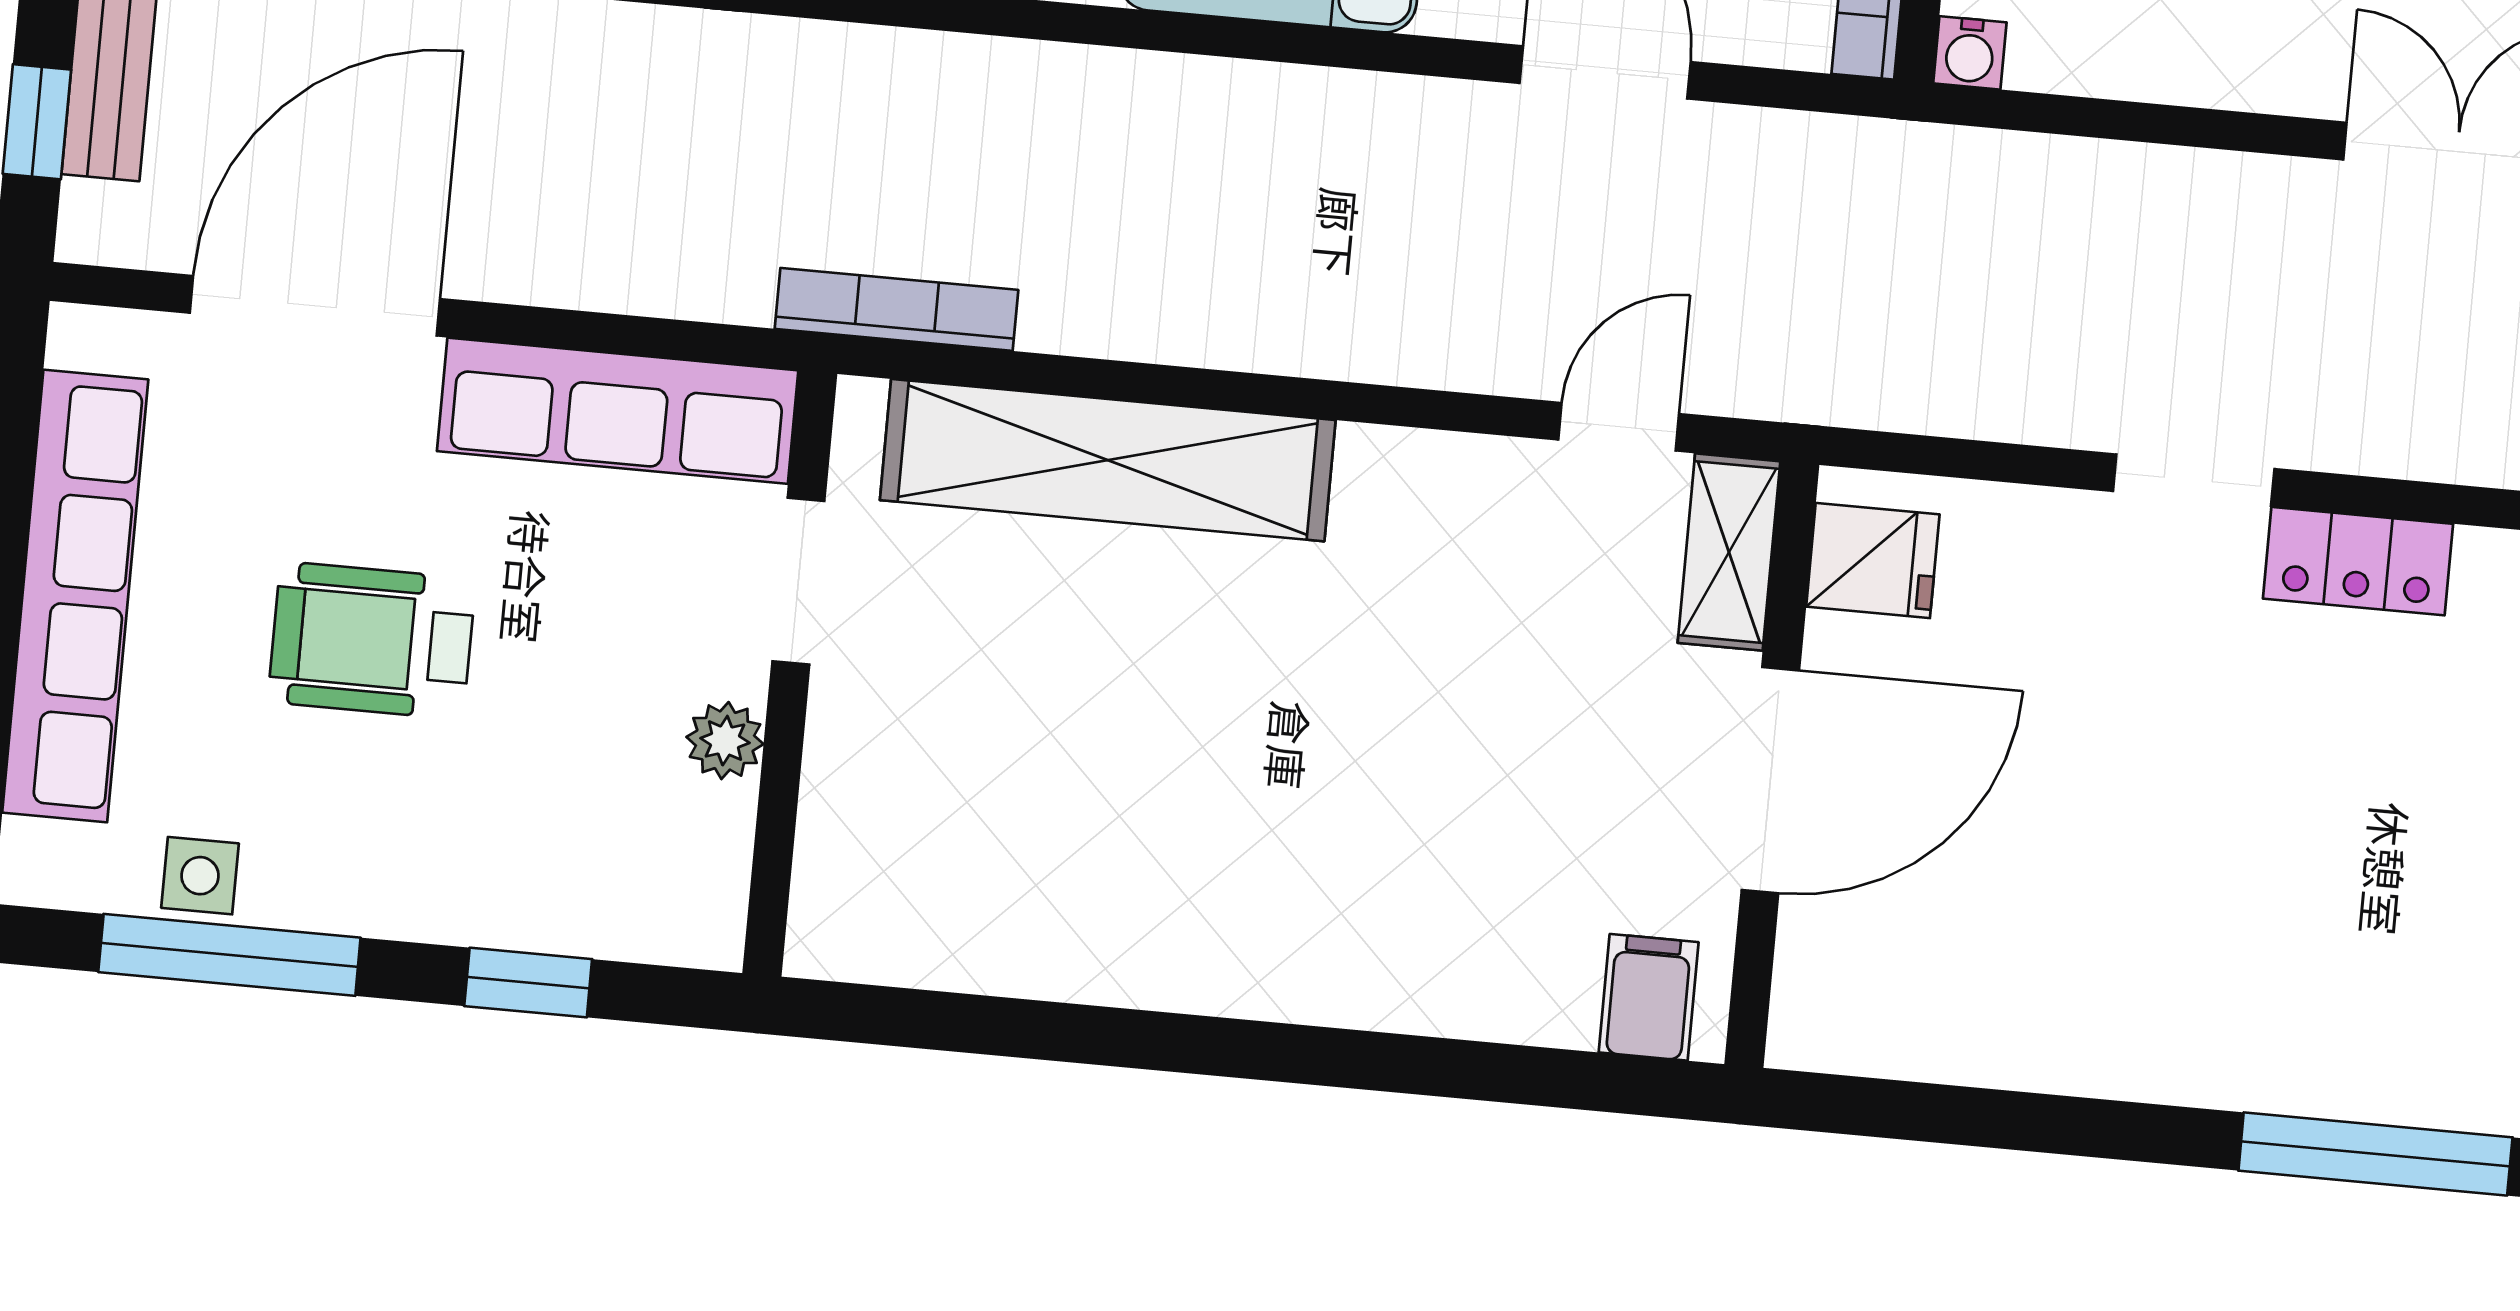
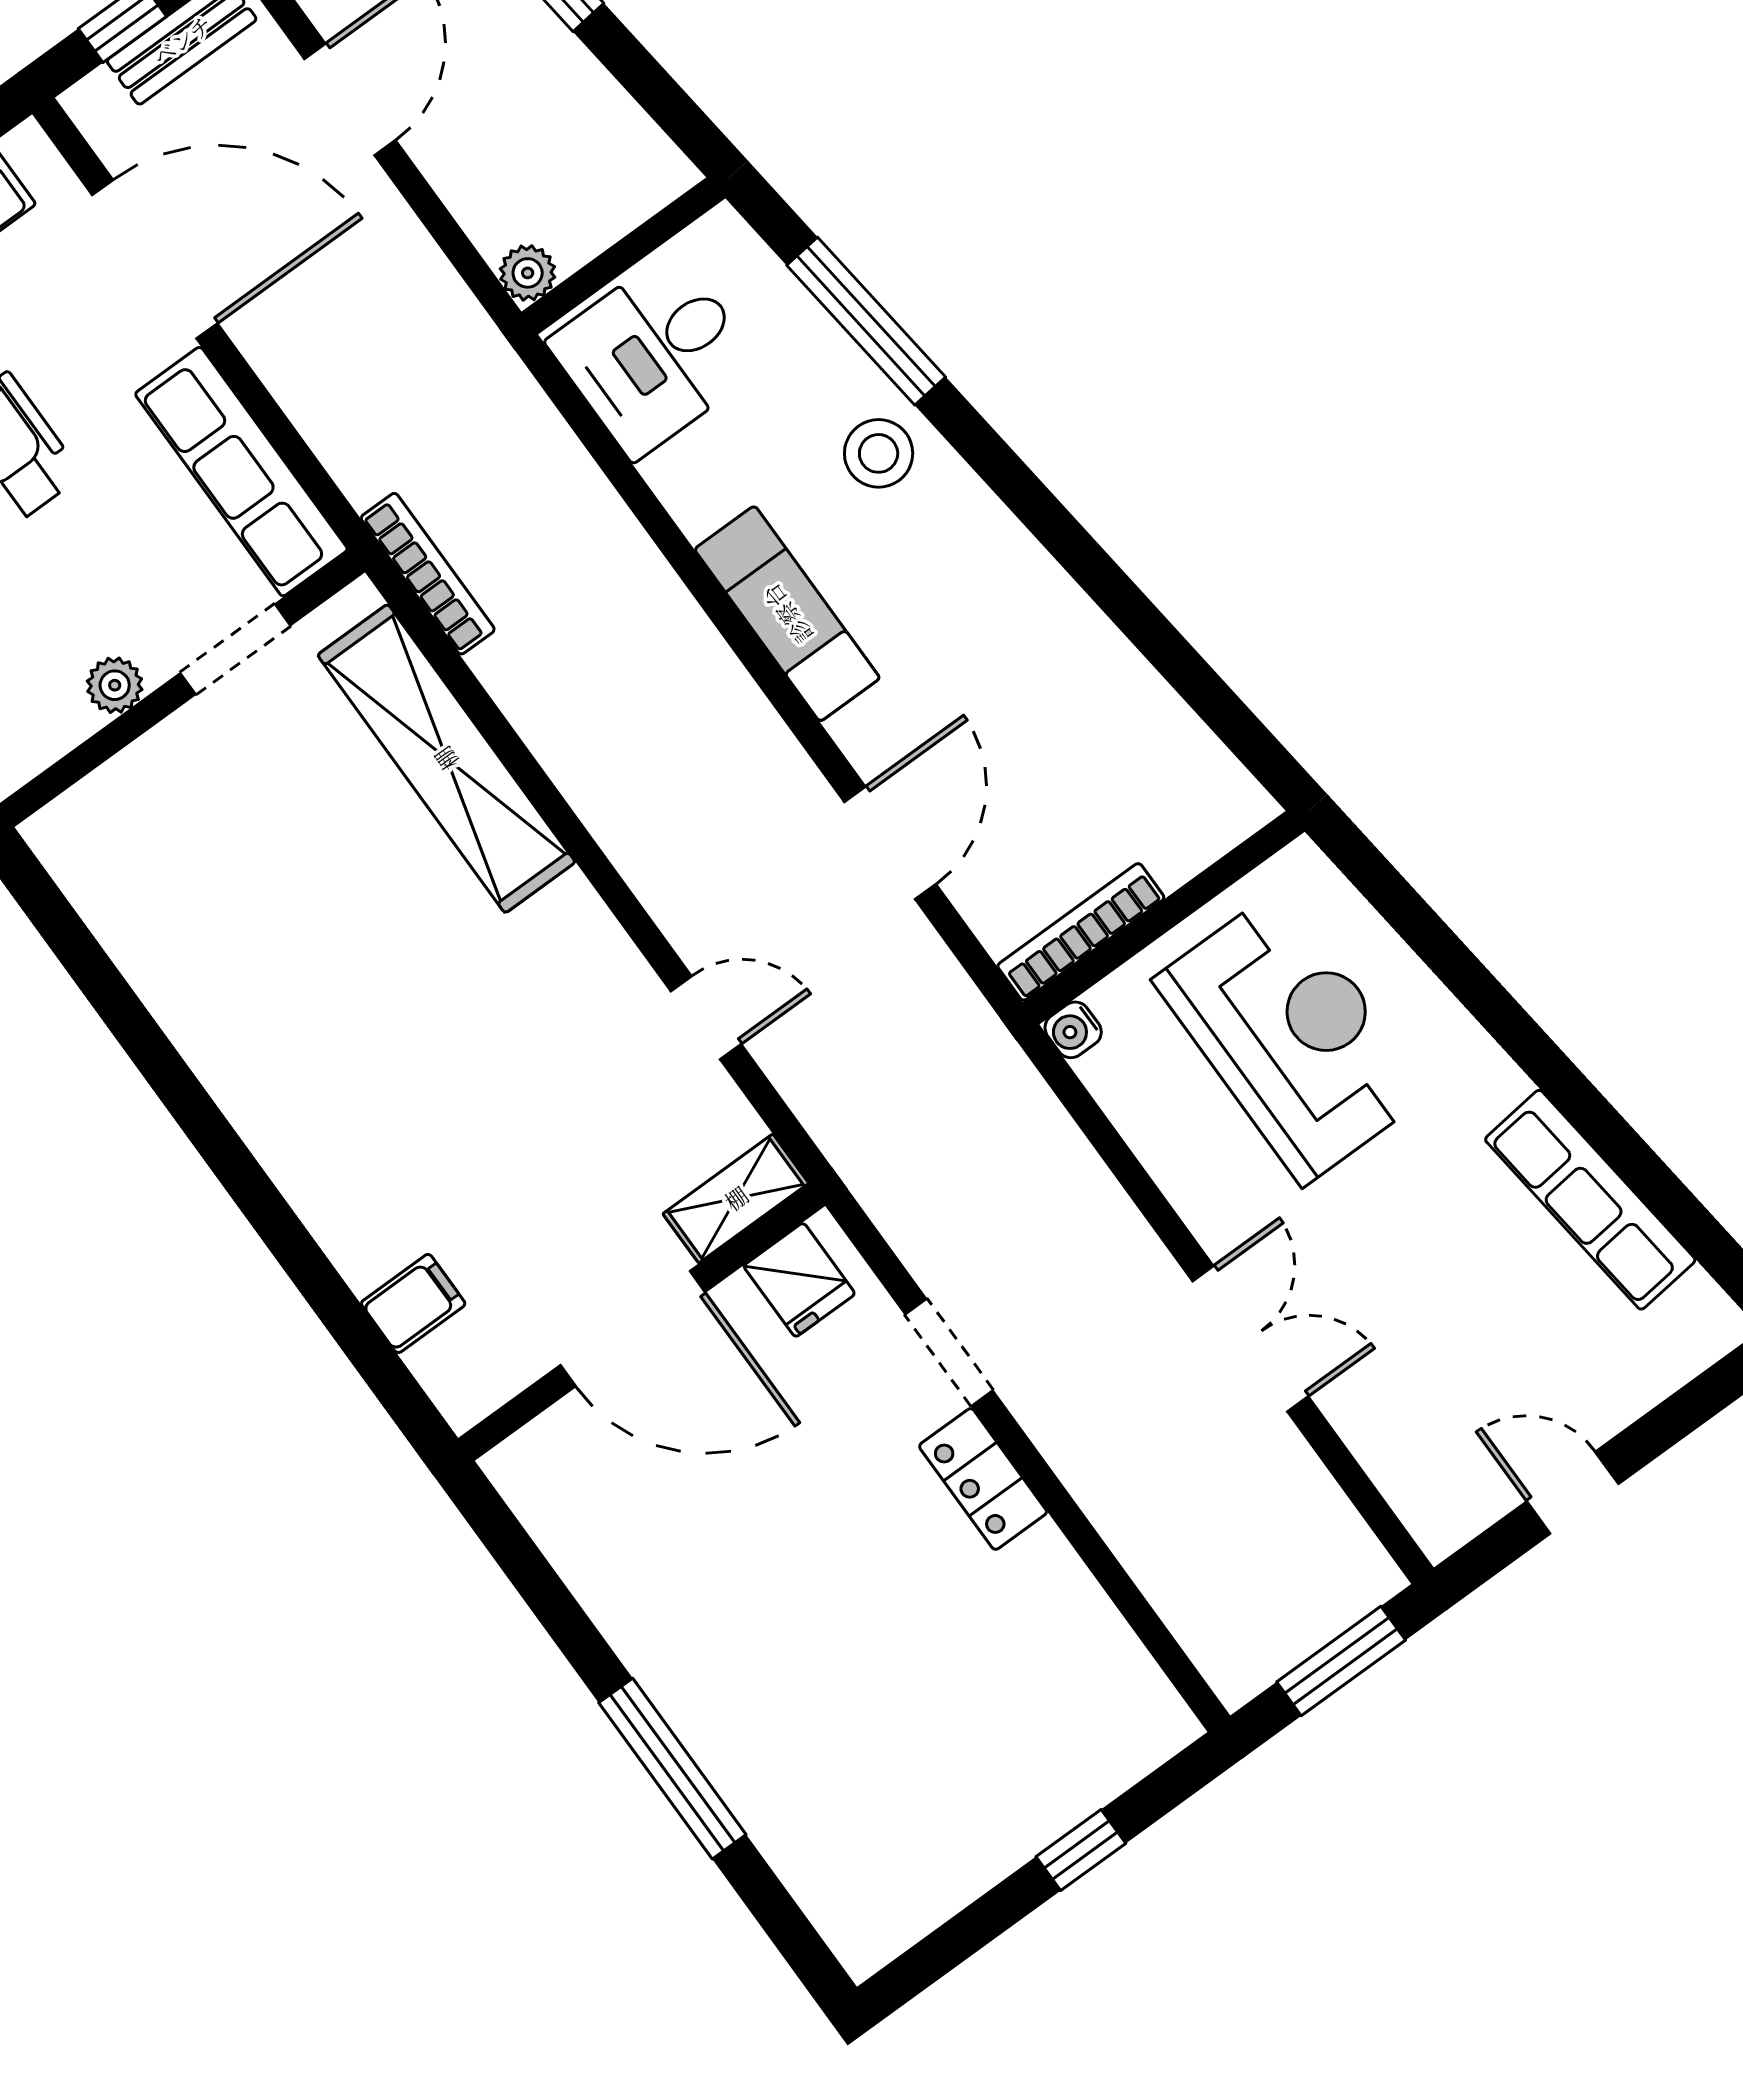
shelving: (1729, 552) -> (736, 1198), moved
fridge: (1873, 560) -> (799, 1280), moved
wall: (1772, 765) -> (642, 1322), moved
door: (1770, 780) -> (633, 1329), moved

